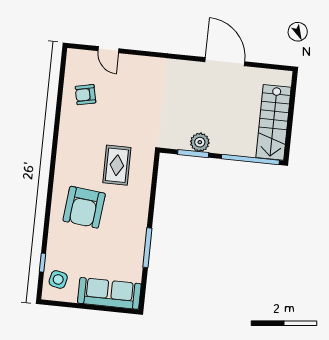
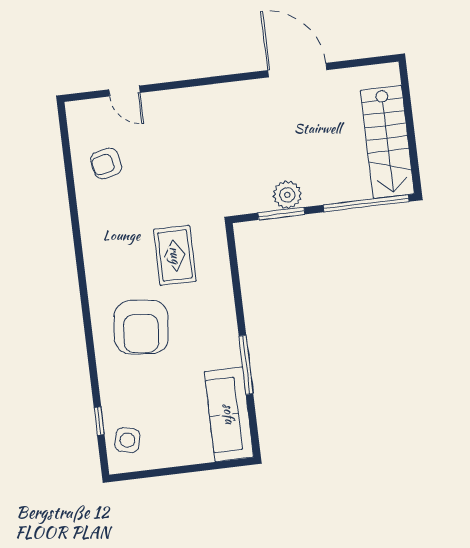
sofa: (109, 293) -> (229, 414), moved, turned -90

